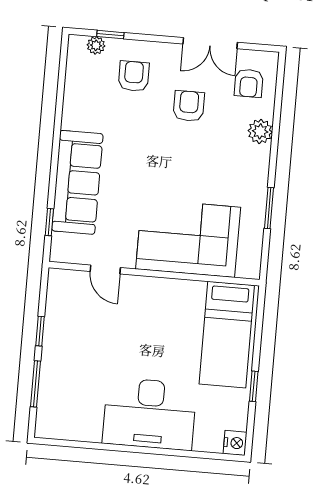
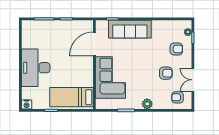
plant: (260, 131) -> (147, 104), moved
door: (105, 269) -> (94, 44), width x1.87

